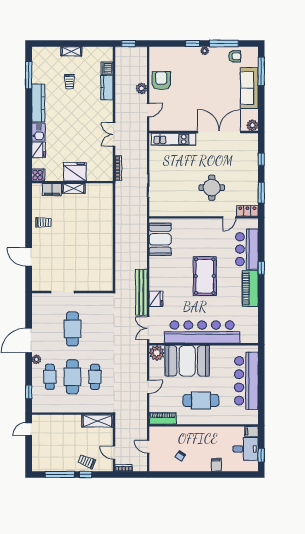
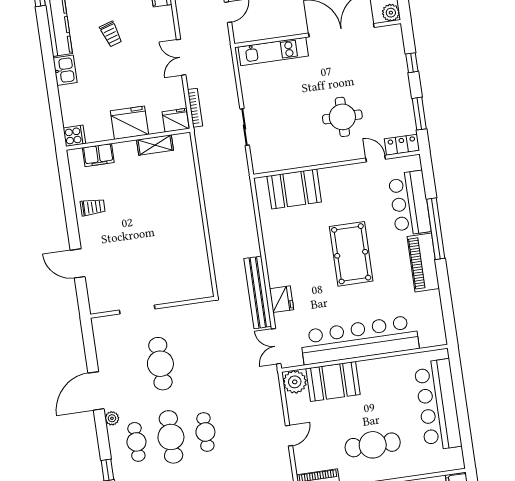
trolley: (71, 113) -> (111, 34), added
fridge: (39, 150) -> (176, 120), moved, turned -90
shelving: (74, 188) -> (155, 145), moved
door: (229, 217) -> (376, 159), swing flipped
booth: (160, 239) -> (294, 189), moved, turned 90
window: (261, 268) -> (436, 229), width x3.17
booth: (187, 361) -> (333, 381), width x0.73, depth x0.70

